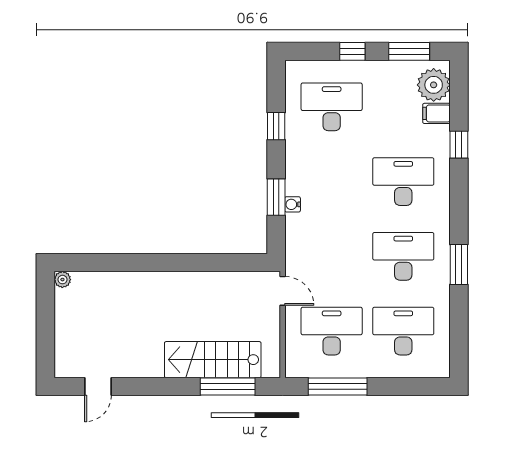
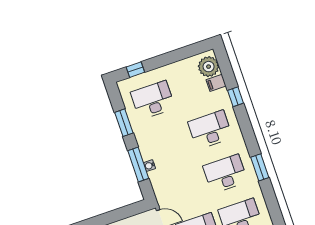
window: (352, 51) -> (135, 70), moved
window: (409, 51) -> (187, 52), removed
window: (276, 126) -> (124, 123), width x1.50
window: (276, 197) -> (138, 165), width x1.44

